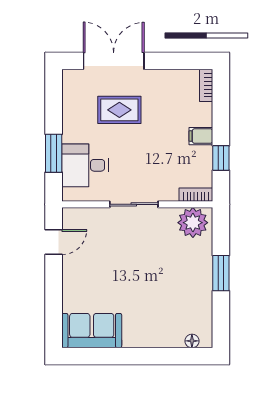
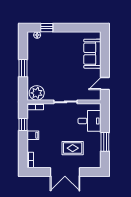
double door: (114, 61) -> (65, 172), moved
window: (54, 153) -> (105, 142), moved
sofa: (92, 331) -> (92, 54), moved, turned 90
window: (172, 356) -> (47, 28), added

